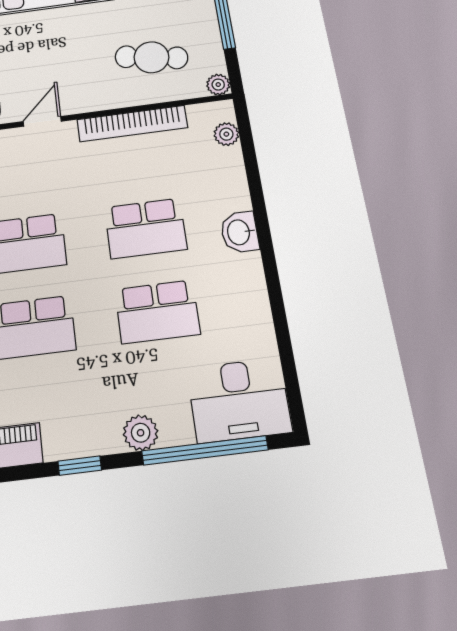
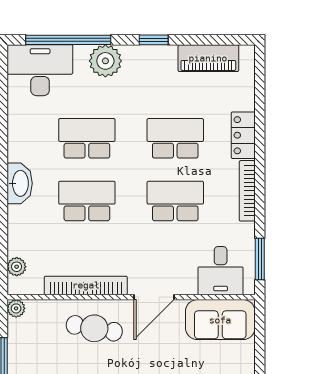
cafe table: (151, 57) -> (94, 328), moved
door: (42, 121) -> (154, 297), width x1.38
washbasin: (239, 232) -> (20, 183), width x1.38
plant: (141, 433) -> (105, 61), width x1.36, depth x1.36

